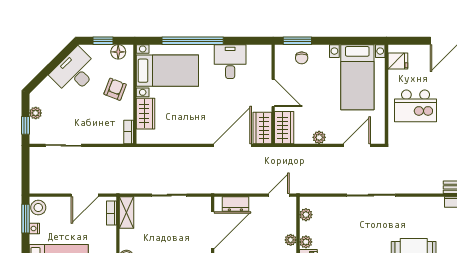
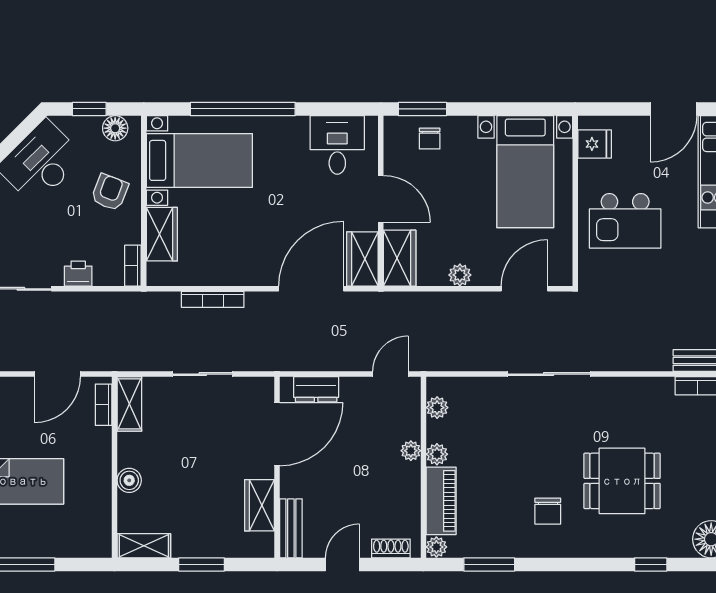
desk: (230, 62) -> (337, 145), moved
printer: (97, 137) -> (78, 274), added
bookcase: (175, 152) -> (213, 299), added

